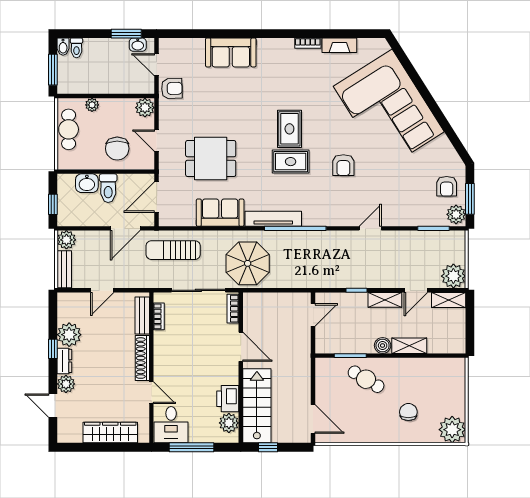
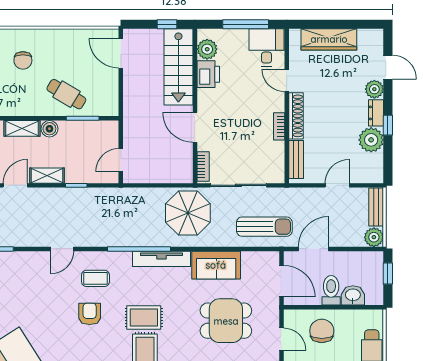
door: (157, 197) -> (281, 281), hinge flipped
coffee table: (338, 200) -> (95, 278), added
bookcase: (159, 316) -> (279, 126), moved

